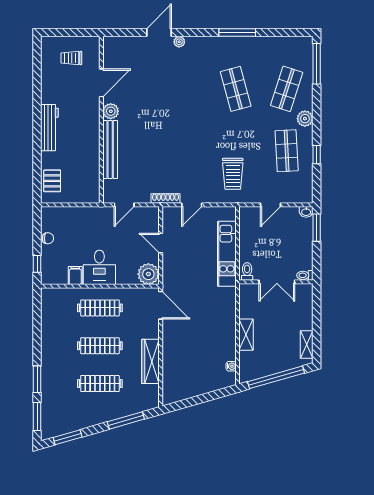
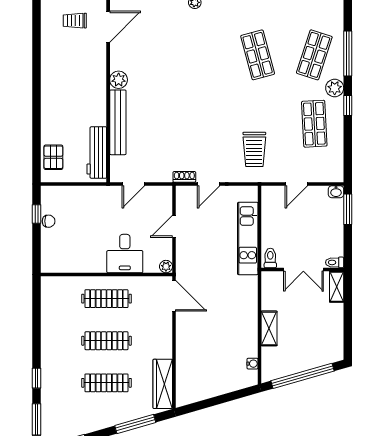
window: (317, 64) -> (348, 53), moved
door: (101, 83) -> (108, 27), moved
workbench: (49, 128) -> (97, 153), moved, turned 180
window: (317, 155) -> (348, 106), moved
shoe rack: (166, 198) -> (184, 177), width x0.70
door: (161, 243) -> (174, 226), hinge flipped
window: (37, 264) -> (37, 214), moved
desk: (99, 267) -> (125, 254), moved
plant: (148, 274) -> (166, 267), width x0.53, depth x0.53
filing cabinet: (75, 276) -> (79, 263), removed
shelving: (307, 345) -> (337, 287), moved
wardrobe: (150, 361) -> (163, 384), moved
window: (37, 379) -> (37, 378), width x0.67

